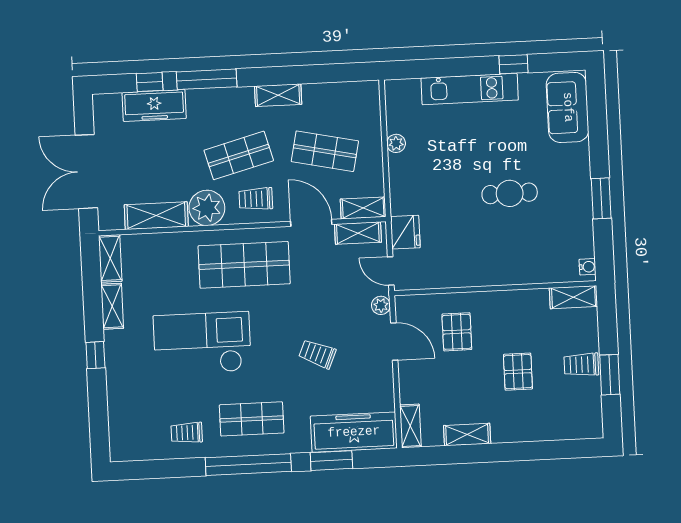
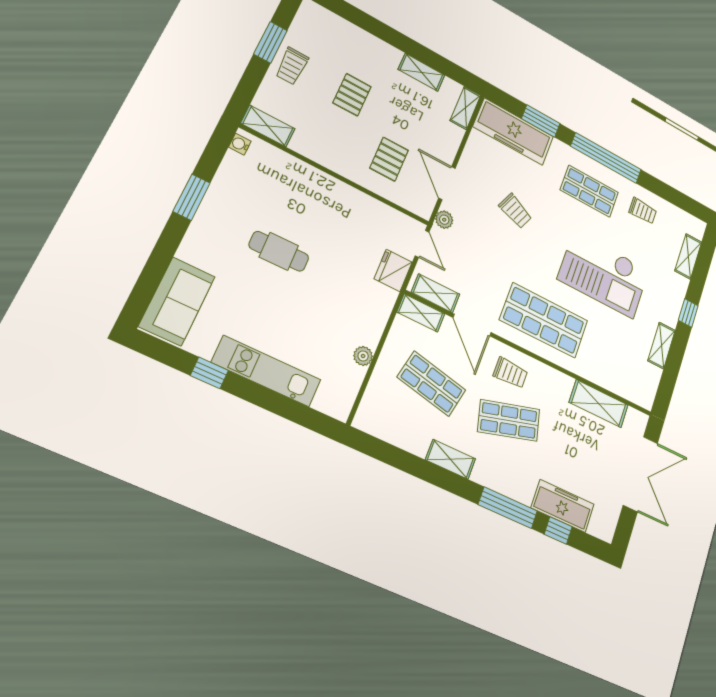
plant: (207, 208) -> (555, 387), removed
shelving: (110, 258) -> (688, 256), moved
trolley: (581, 365) -> (292, 66), turned 90

